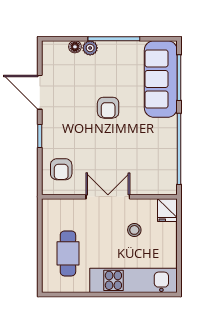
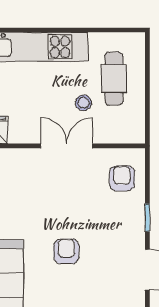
double door: (108, 197) -> (67, 146), swing flipped
stool: (134, 230) -> (84, 103), moved

